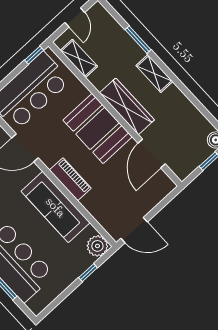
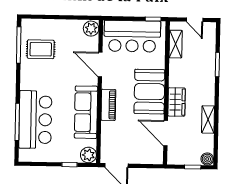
door: (75, 17) -> (195, 20), hinge flipped
shelving: (154, 73) -> (208, 119), moved
wardrobe: (127, 106) -> (177, 102), width x0.67
door: (152, 154) -> (166, 133), hinge flipped

